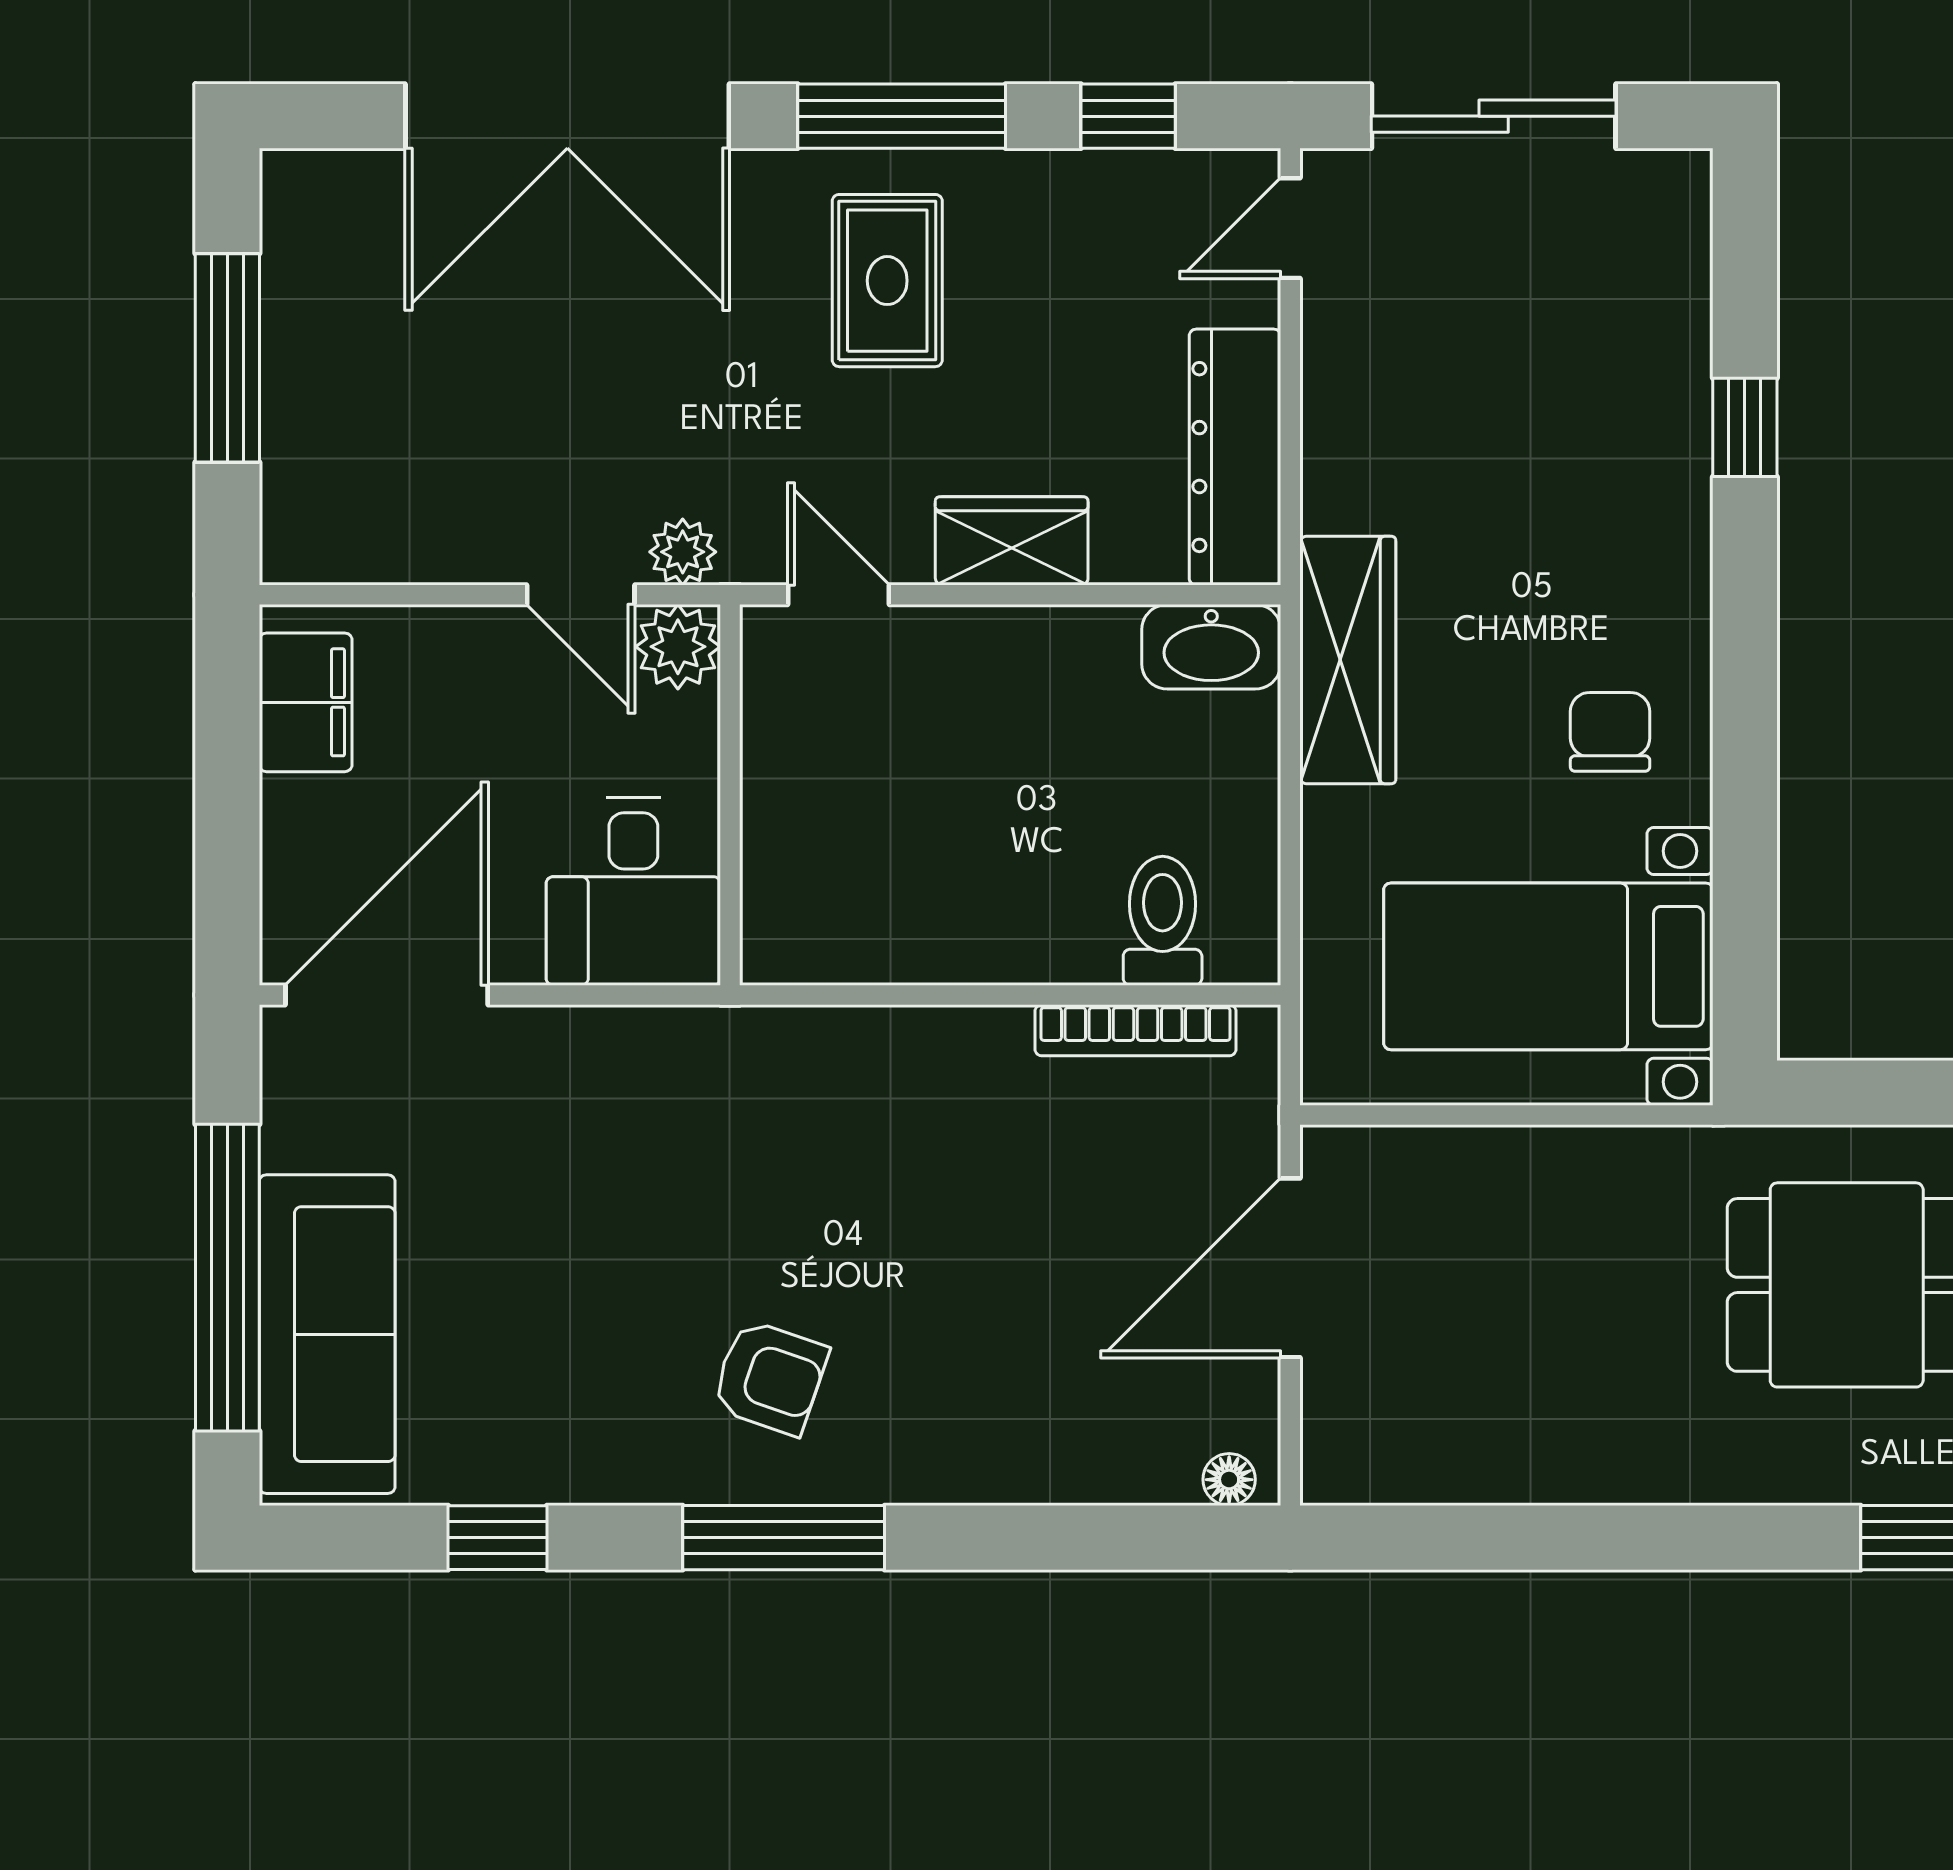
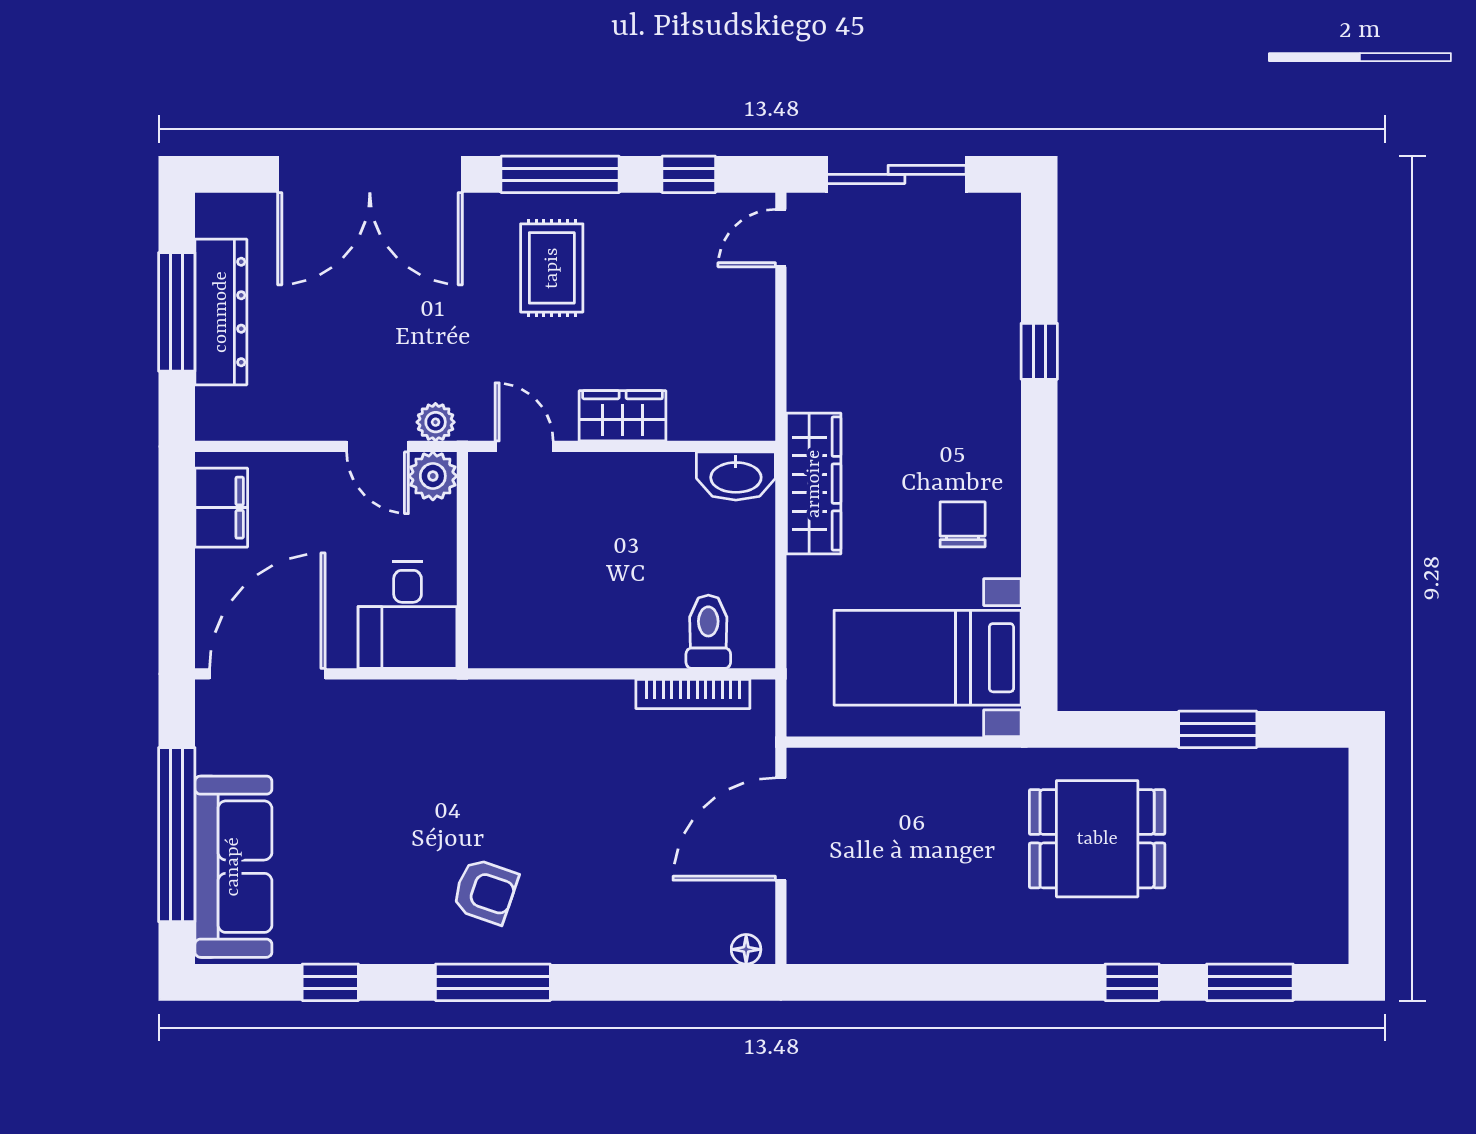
dresser: (1235, 457) -> (221, 312), moved, turned 180

